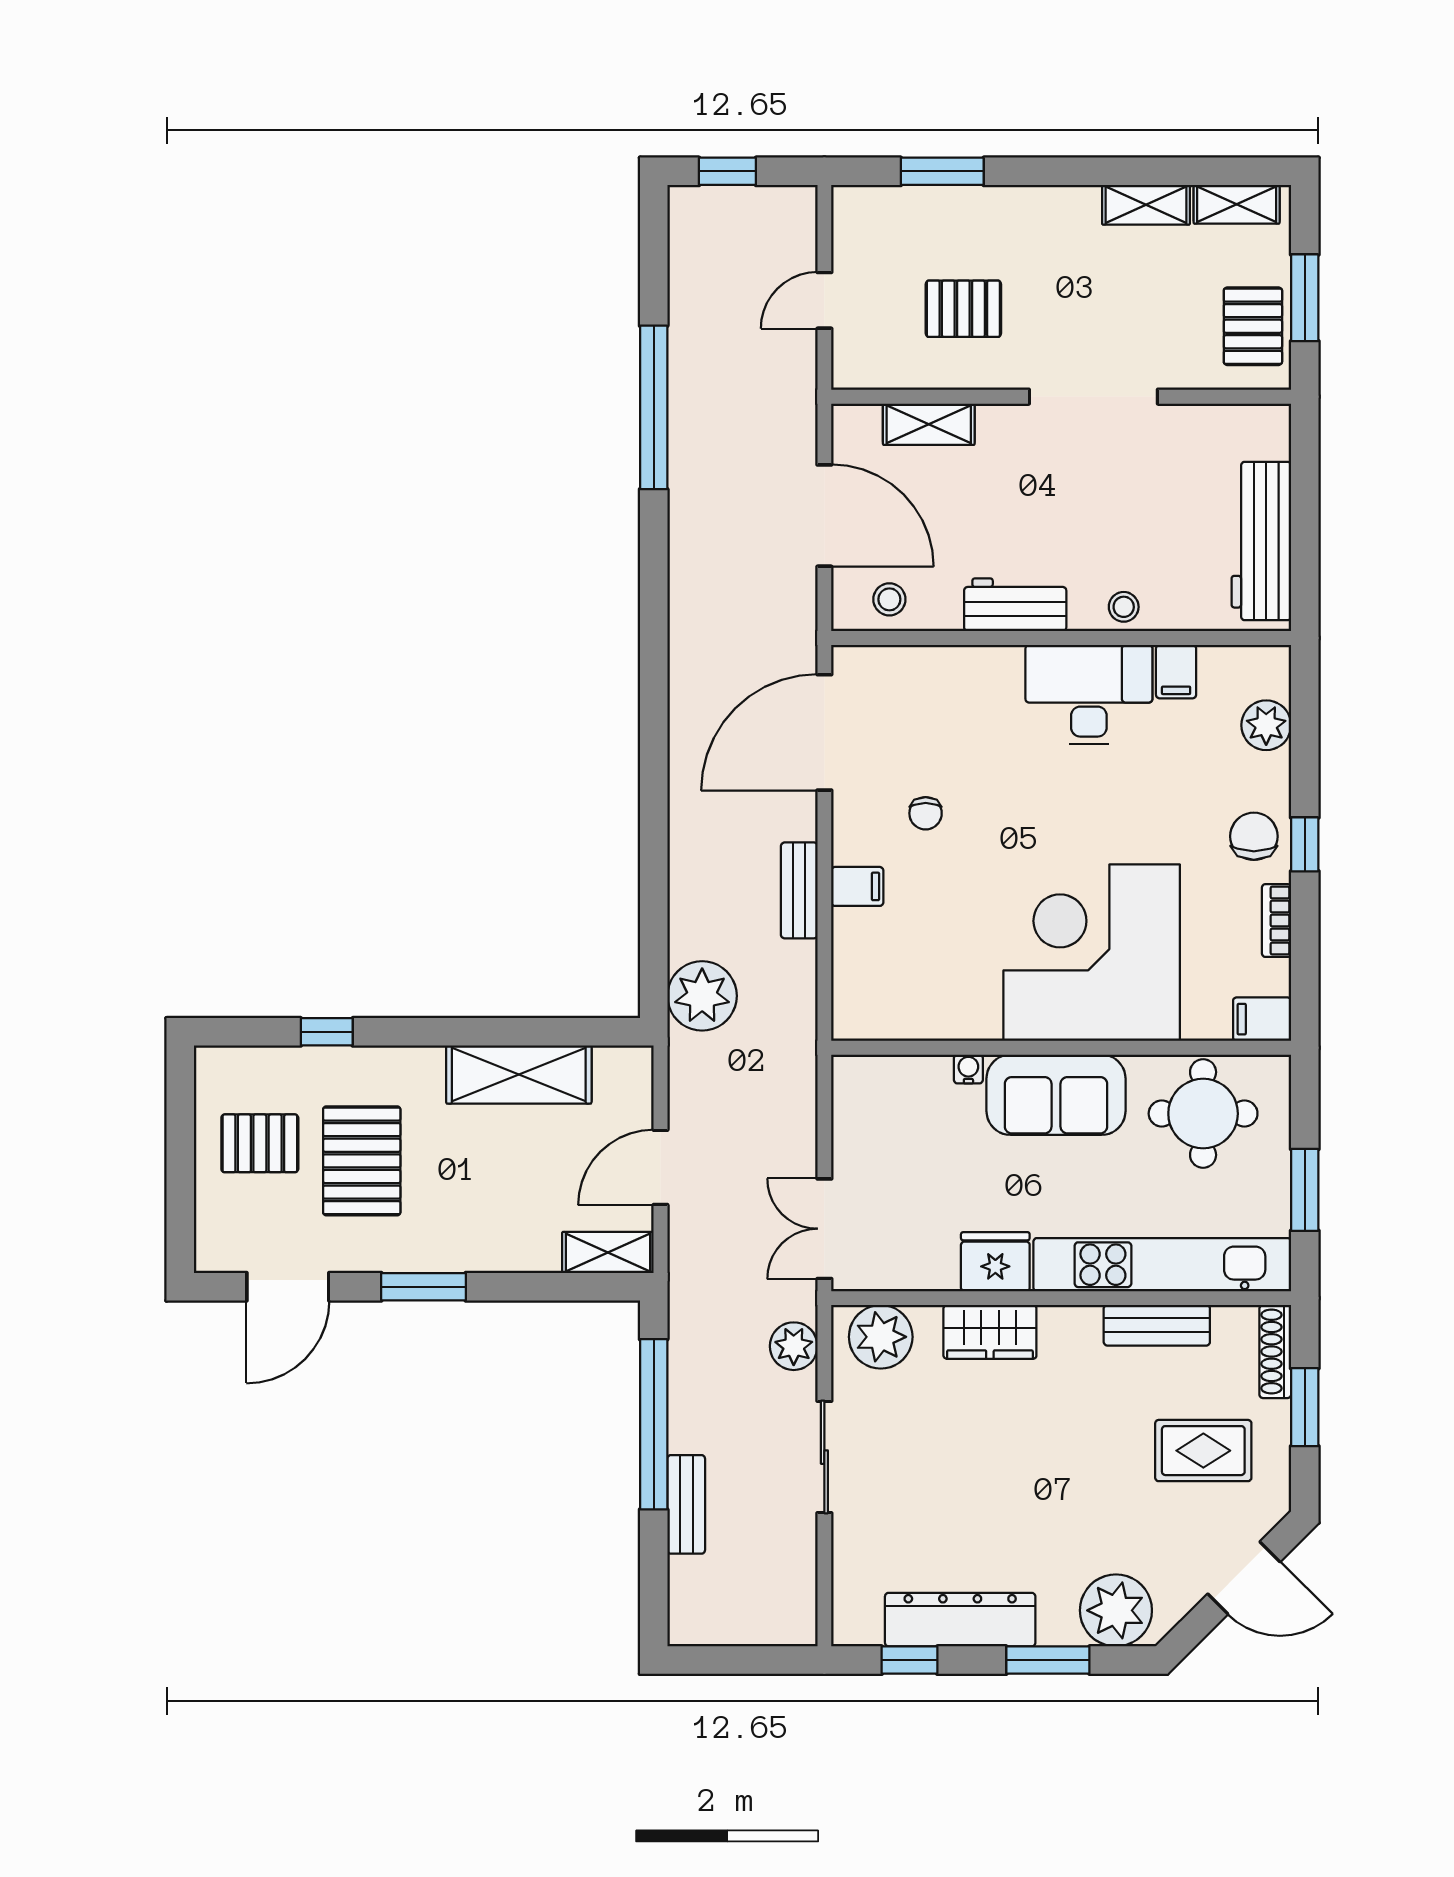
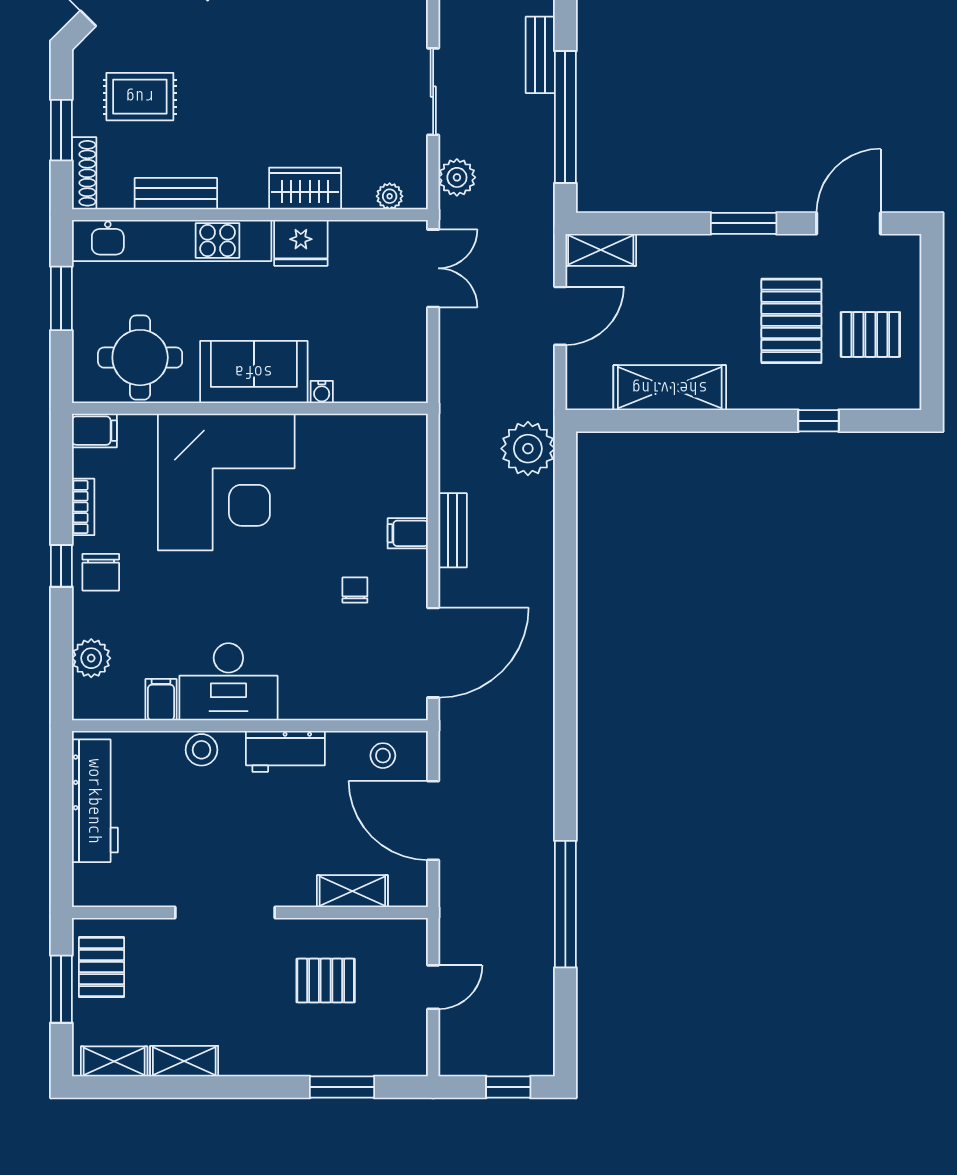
stool: (1124, 607) -> (202, 750), width x1.37, depth x1.37
plant: (881, 1337) -> (390, 196), width x0.53, depth x0.53

